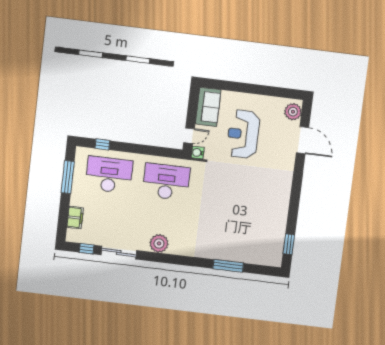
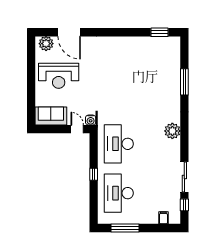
reception desk: (243, 134) -> (59, 76), moved
door: (303, 140) -> (69, 32), swing flipped
window: (102, 144) -> (94, 174), moved
filing cabinet: (75, 217) -> (163, 218), width x0.50
plant: (159, 243) -> (172, 131), moved

